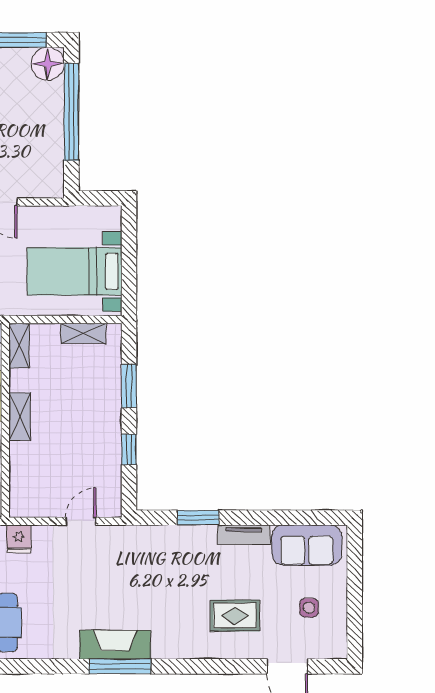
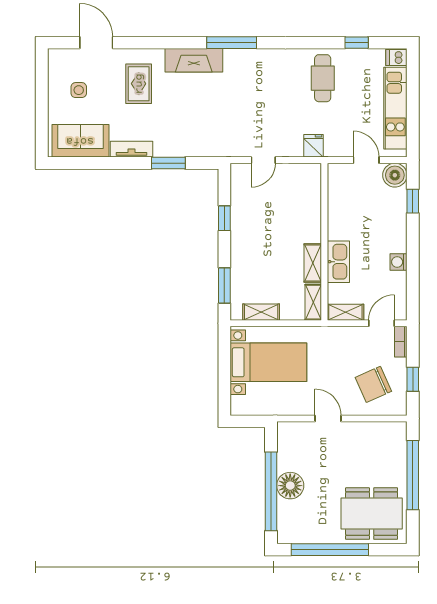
floor lamp: (48, 64) -> (290, 486), moved
window: (129, 386) -> (224, 285), moved
shelving: (20, 417) -> (313, 263), moved
rug: (235, 616) -> (139, 84), turned 90
fireplace: (115, 645) -> (194, 60), moved

